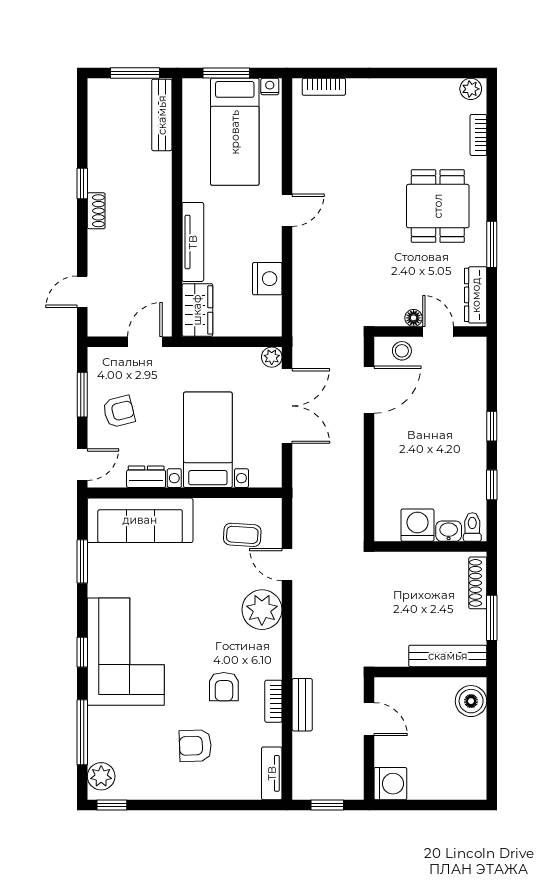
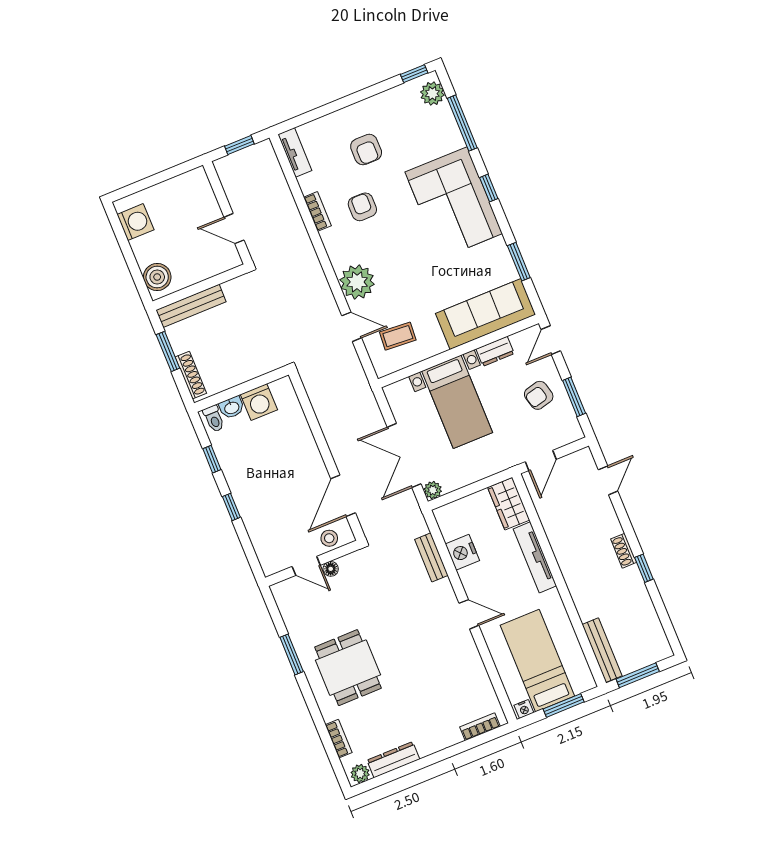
door: (287, 210) -> (469, 614), swing flipped
dresser: (476, 295) -> (393, 760), moved, turned -90
bench: (302, 705) -> (431, 557), moved
armchair: (195, 746) -> (366, 150), turned 92
washing machine: (390, 784) -> (135, 222), moved, turned 180

